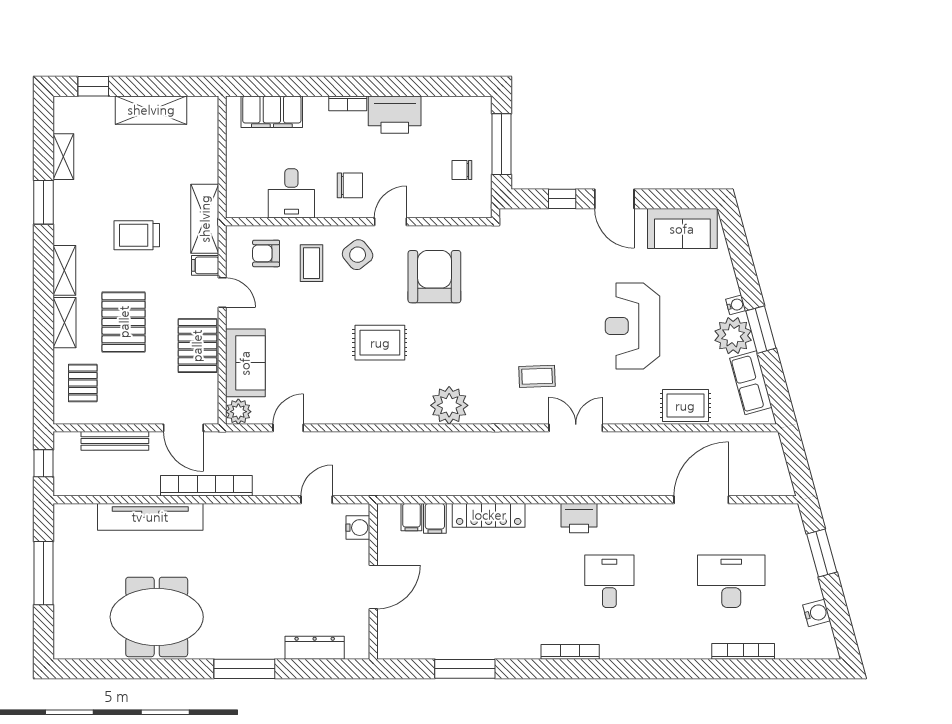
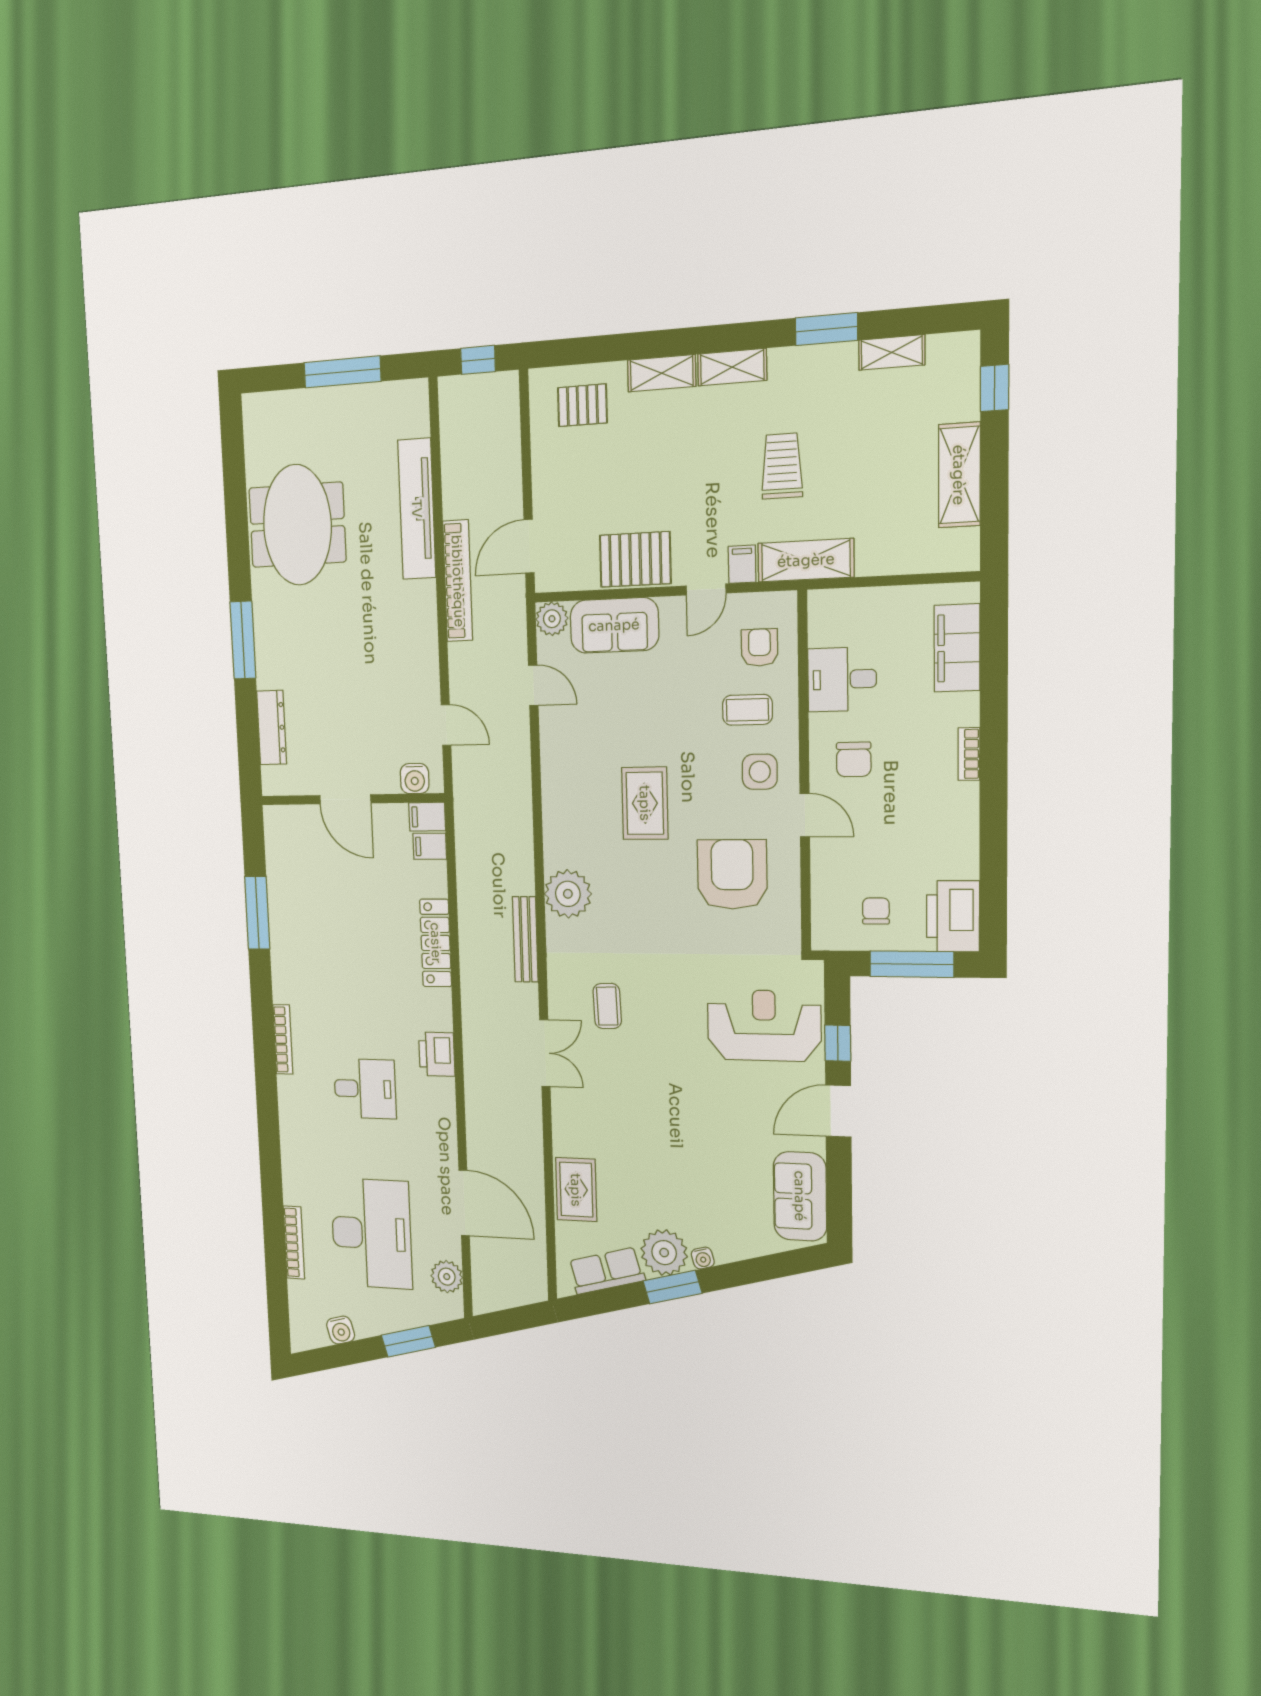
printer: (395, 115) -> (953, 916), moved
side table: (358, 255) -> (760, 772), turned 38
armchair: (434, 277) -> (732, 874), turned -90
pallet: (124, 322) -> (664, 456), removed
reception desk: (632, 326) -> (764, 1026), moved
bench: (115, 441) -> (525, 939), moved
plant: (764, 517) -> (447, 1277), added
filing cabinet: (435, 518) -> (427, 817), moved
desk: (731, 581) -> (371, 1233), width x1.36, depth x1.30

